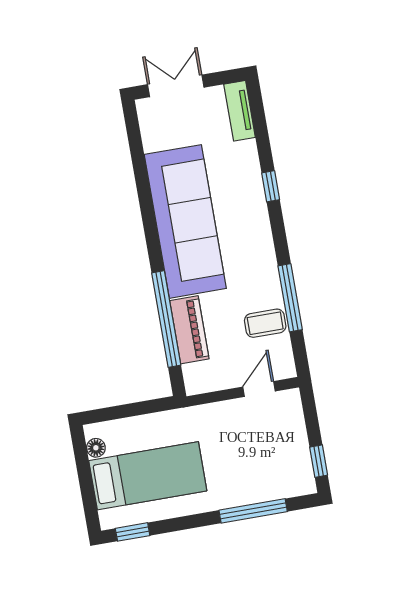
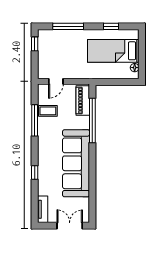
double door: (176, 86) -> (70, 226), swing flipped
piano: (189, 330) -> (83, 101), moved
window: (133, 532) -> (111, 26), moved

